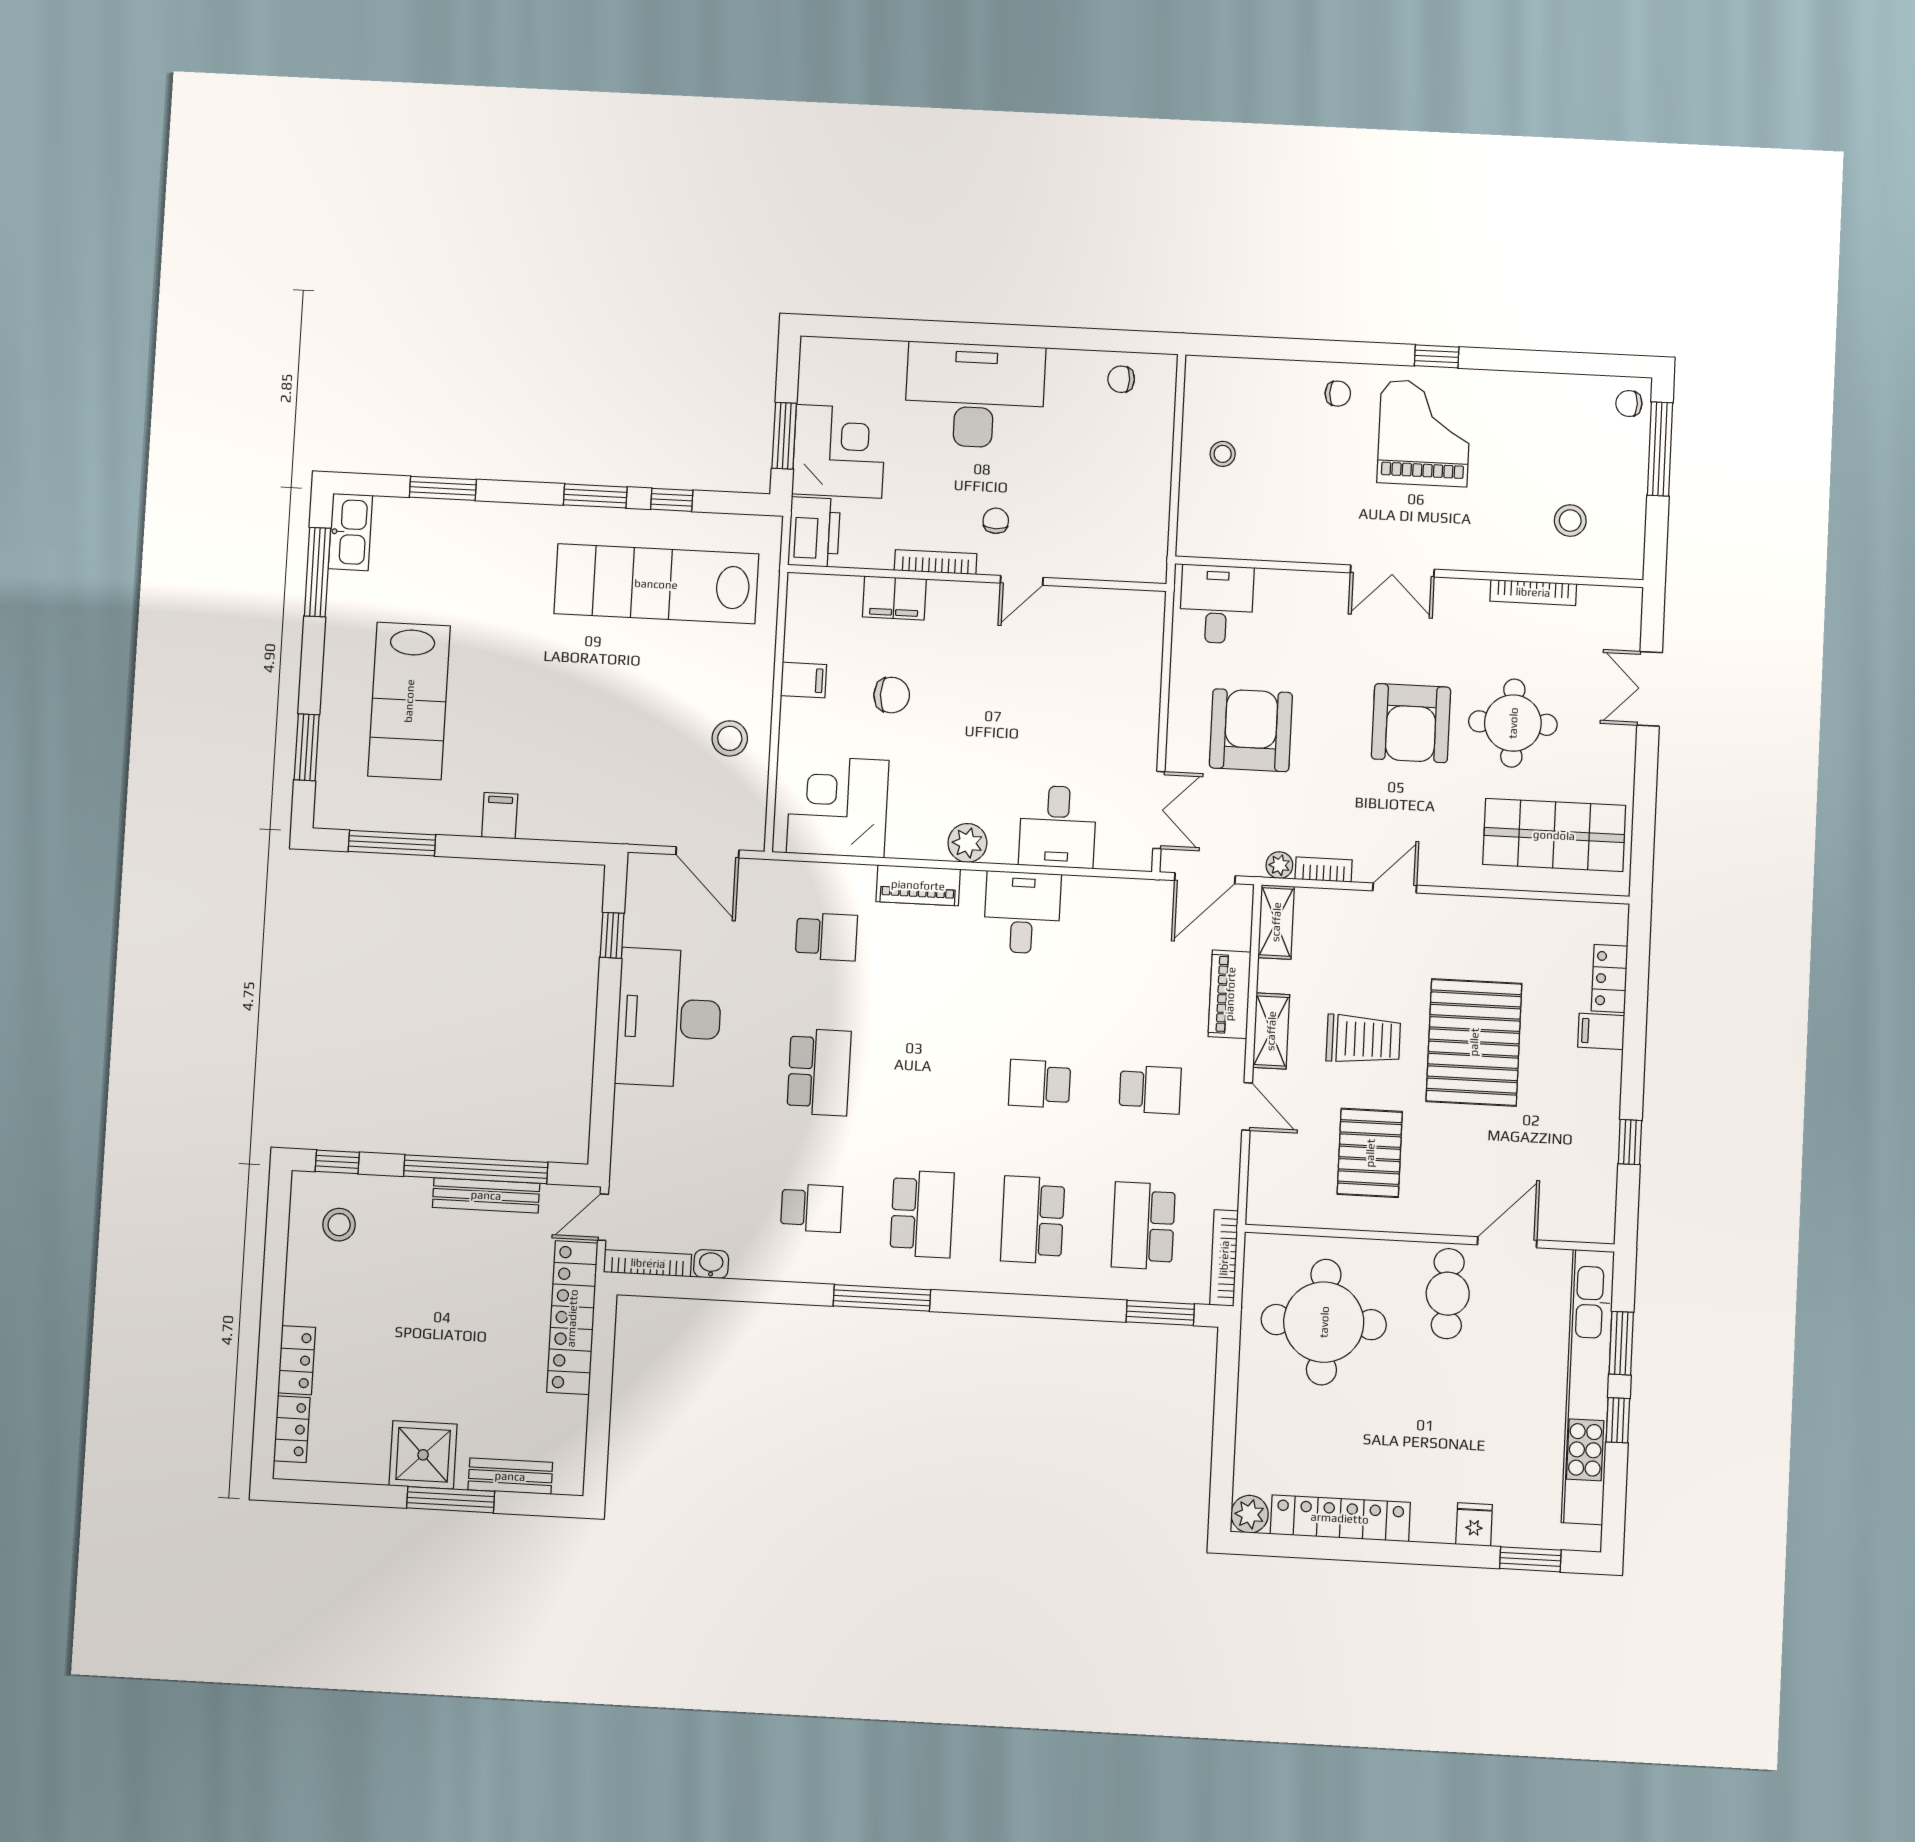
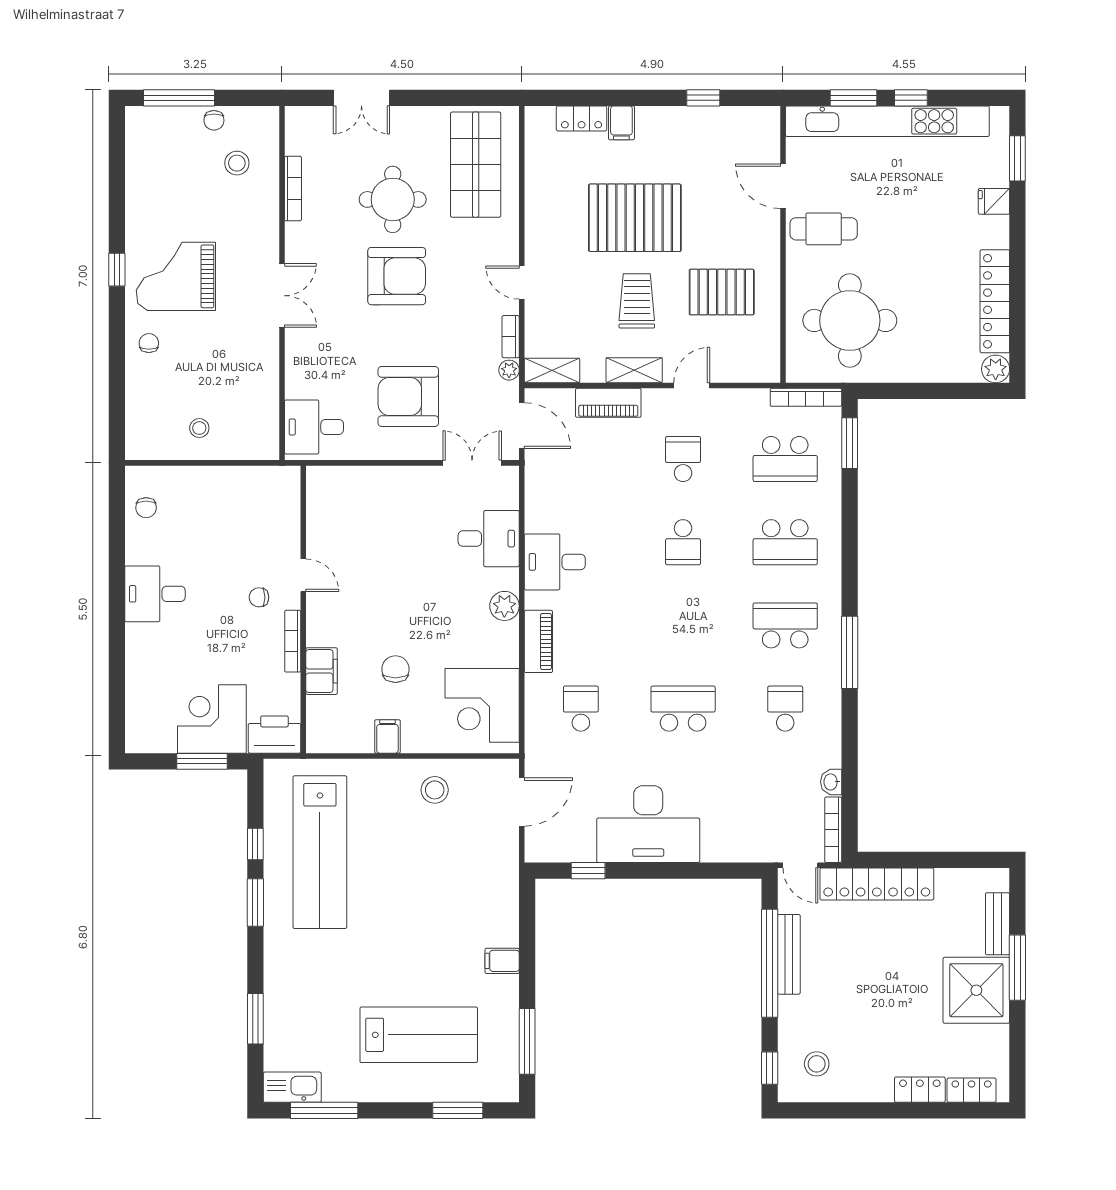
desk: (975, 395) -> (155, 594), width x0.53, depth x0.77
chair: (1629, 404) -> (214, 120), moved
shower: (423, 1455) -> (976, 990), width x1.37, depth x1.37

